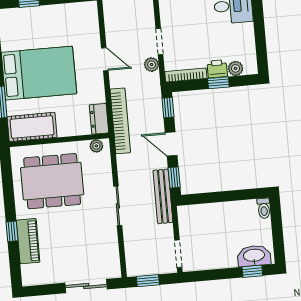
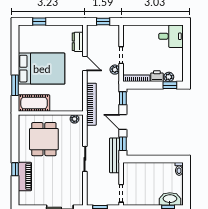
window: (218, 83) -> (170, 85), moved
dresser: (99, 119) -> (78, 42), moved
dining table: (52, 181) -> (44, 139), width x0.73

